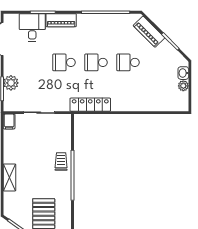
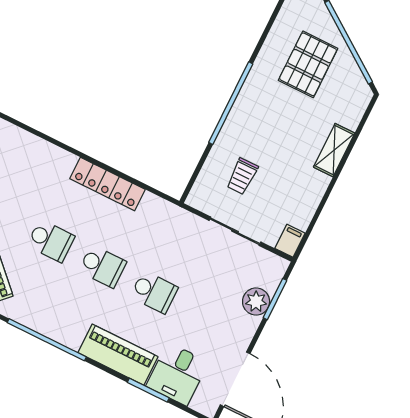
piano: (61, 20) -> (118, 355), width x1.37, depth x1.33
locker: (90, 105) -> (108, 184), moved
trolley: (61, 162) -> (242, 176), moved

